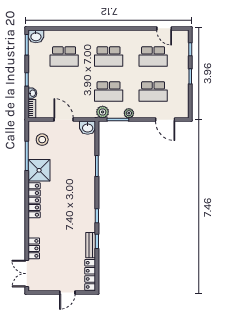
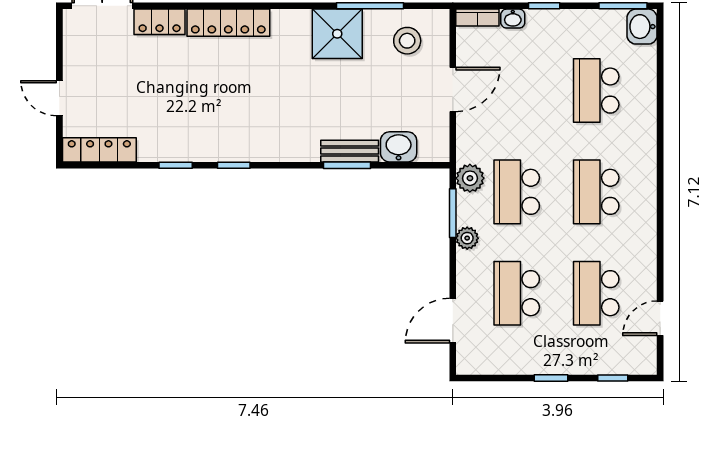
washbasin: (88, 128) -> (399, 147), moved, turned 90
locker: (34, 200) -> (228, 23), moved
bench: (91, 245) -> (350, 151), moved

